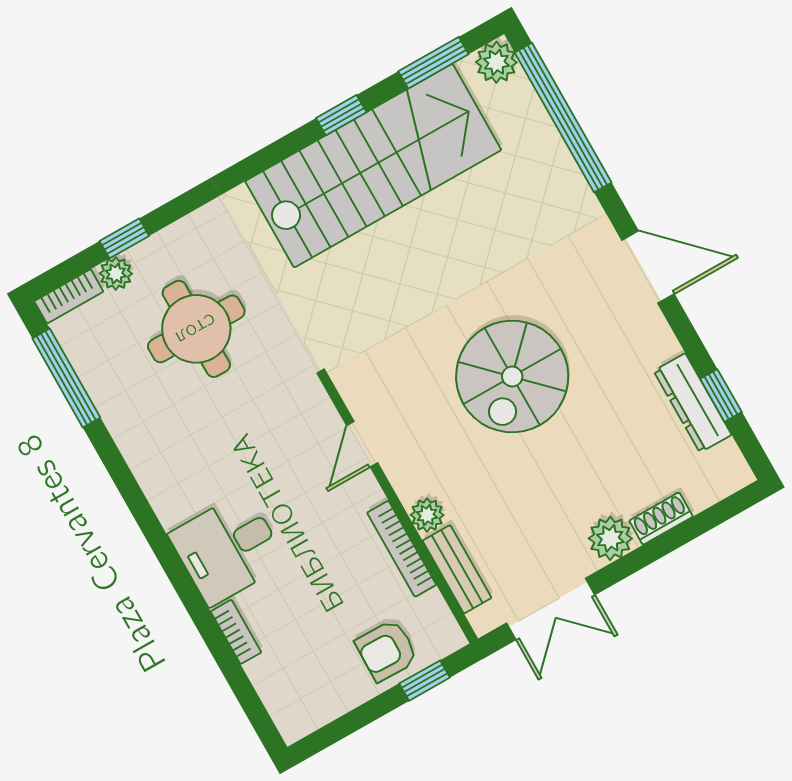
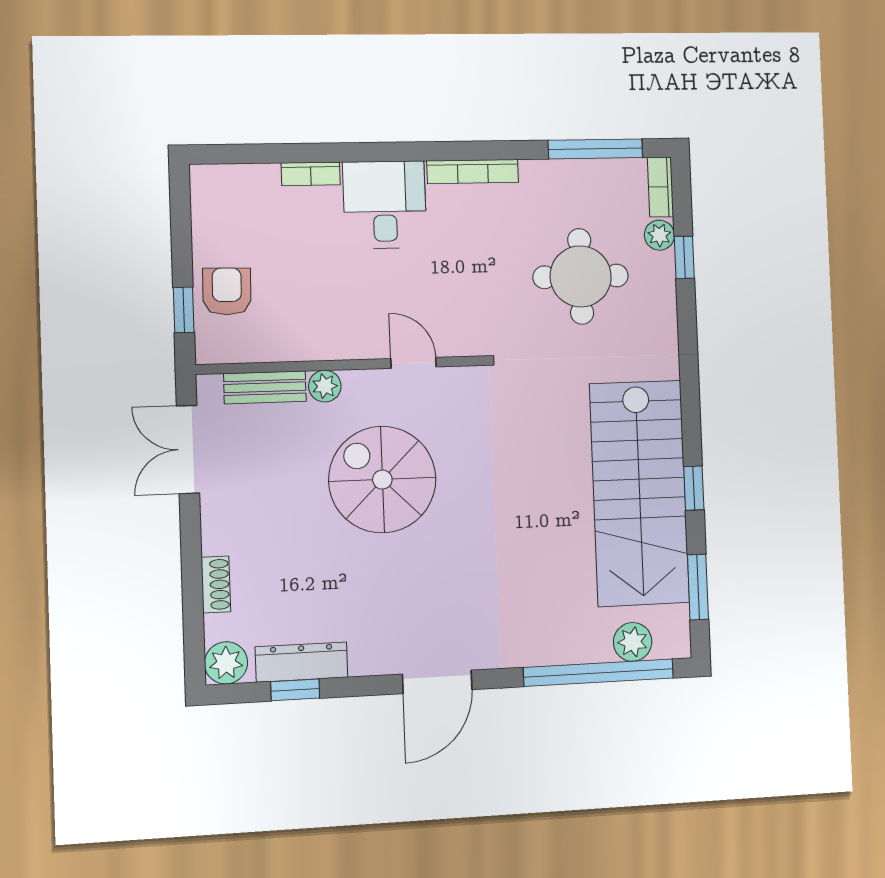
plant: (496, 62) -> (633, 642), moved
spiral stairs: (512, 377) -> (382, 480), moved
plant: (610, 538) -> (226, 663), moved
bookcase: (402, 549) -> (473, 171), moved, turned 180

